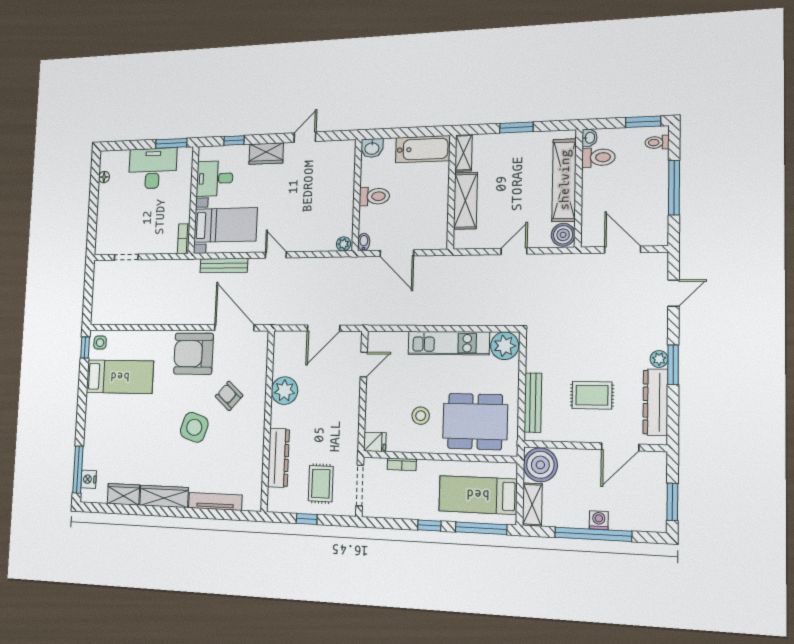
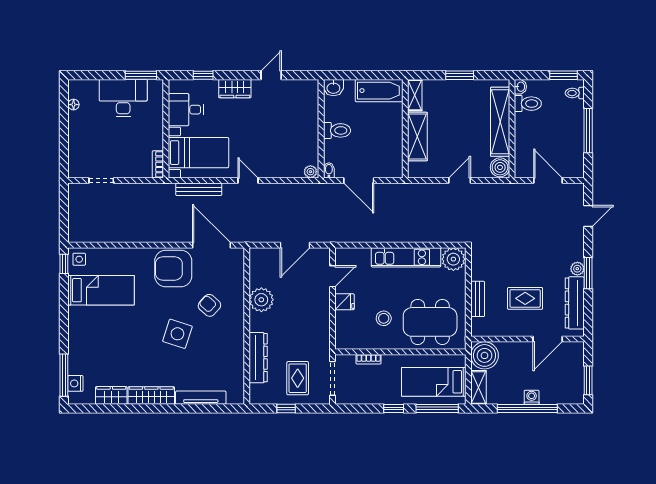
bench: (533, 403) -> (478, 299), width x0.73
fridge: (375, 442) -> (345, 302), moved

